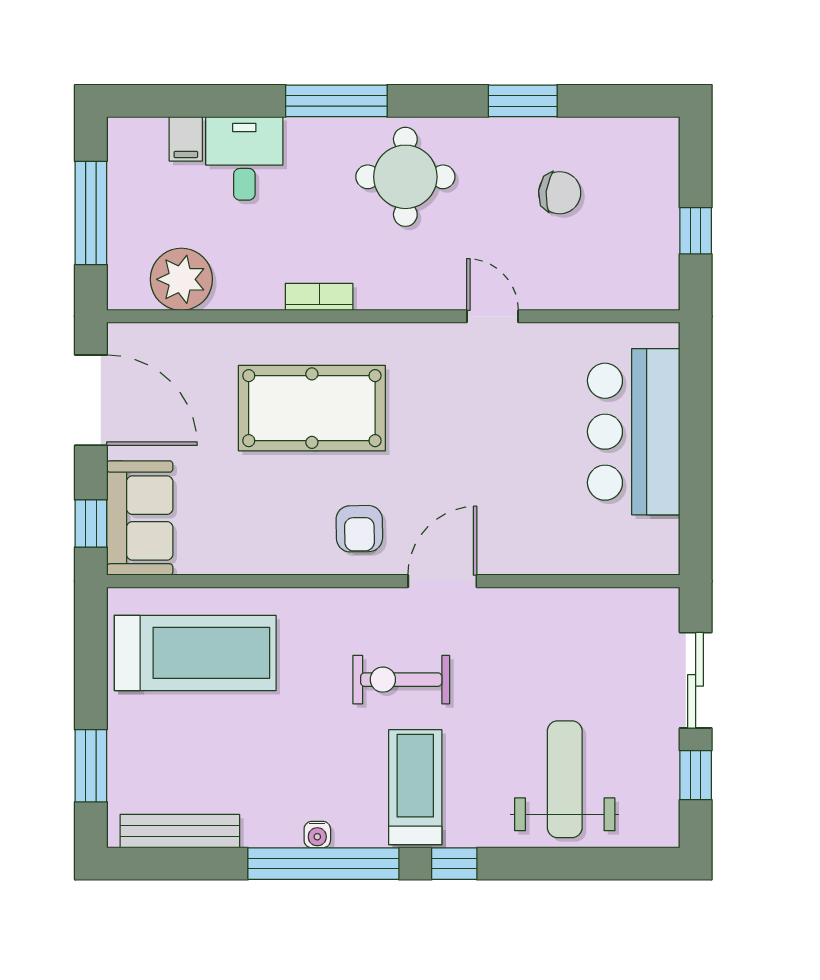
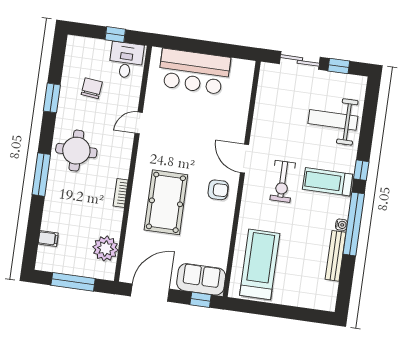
desk: (244, 158) -> (126, 60), moved, turned 90
window: (91, 766) -> (300, 314), removed
bench: (180, 831) -> (336, 256), moved

